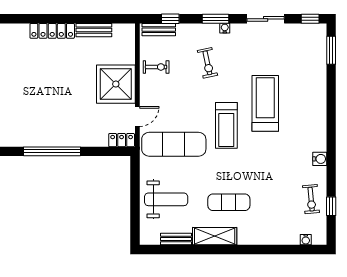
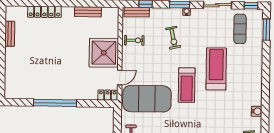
locker: (52, 31) -> (44, 12), moved
exercise mat: (296, 50) -> (240, 29), added
exercise mat: (174, 144) -> (147, 99), width x1.47

